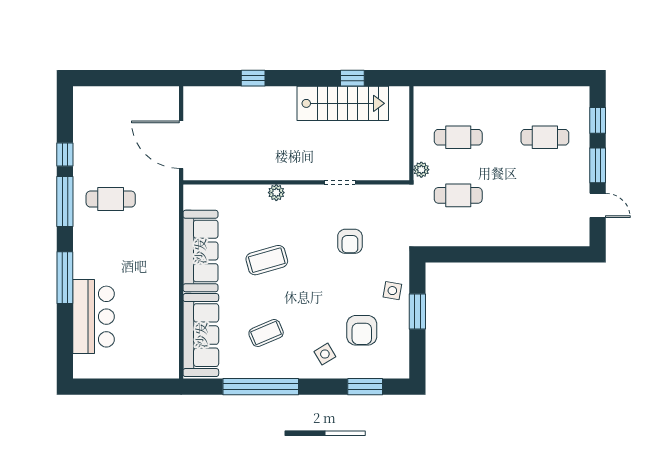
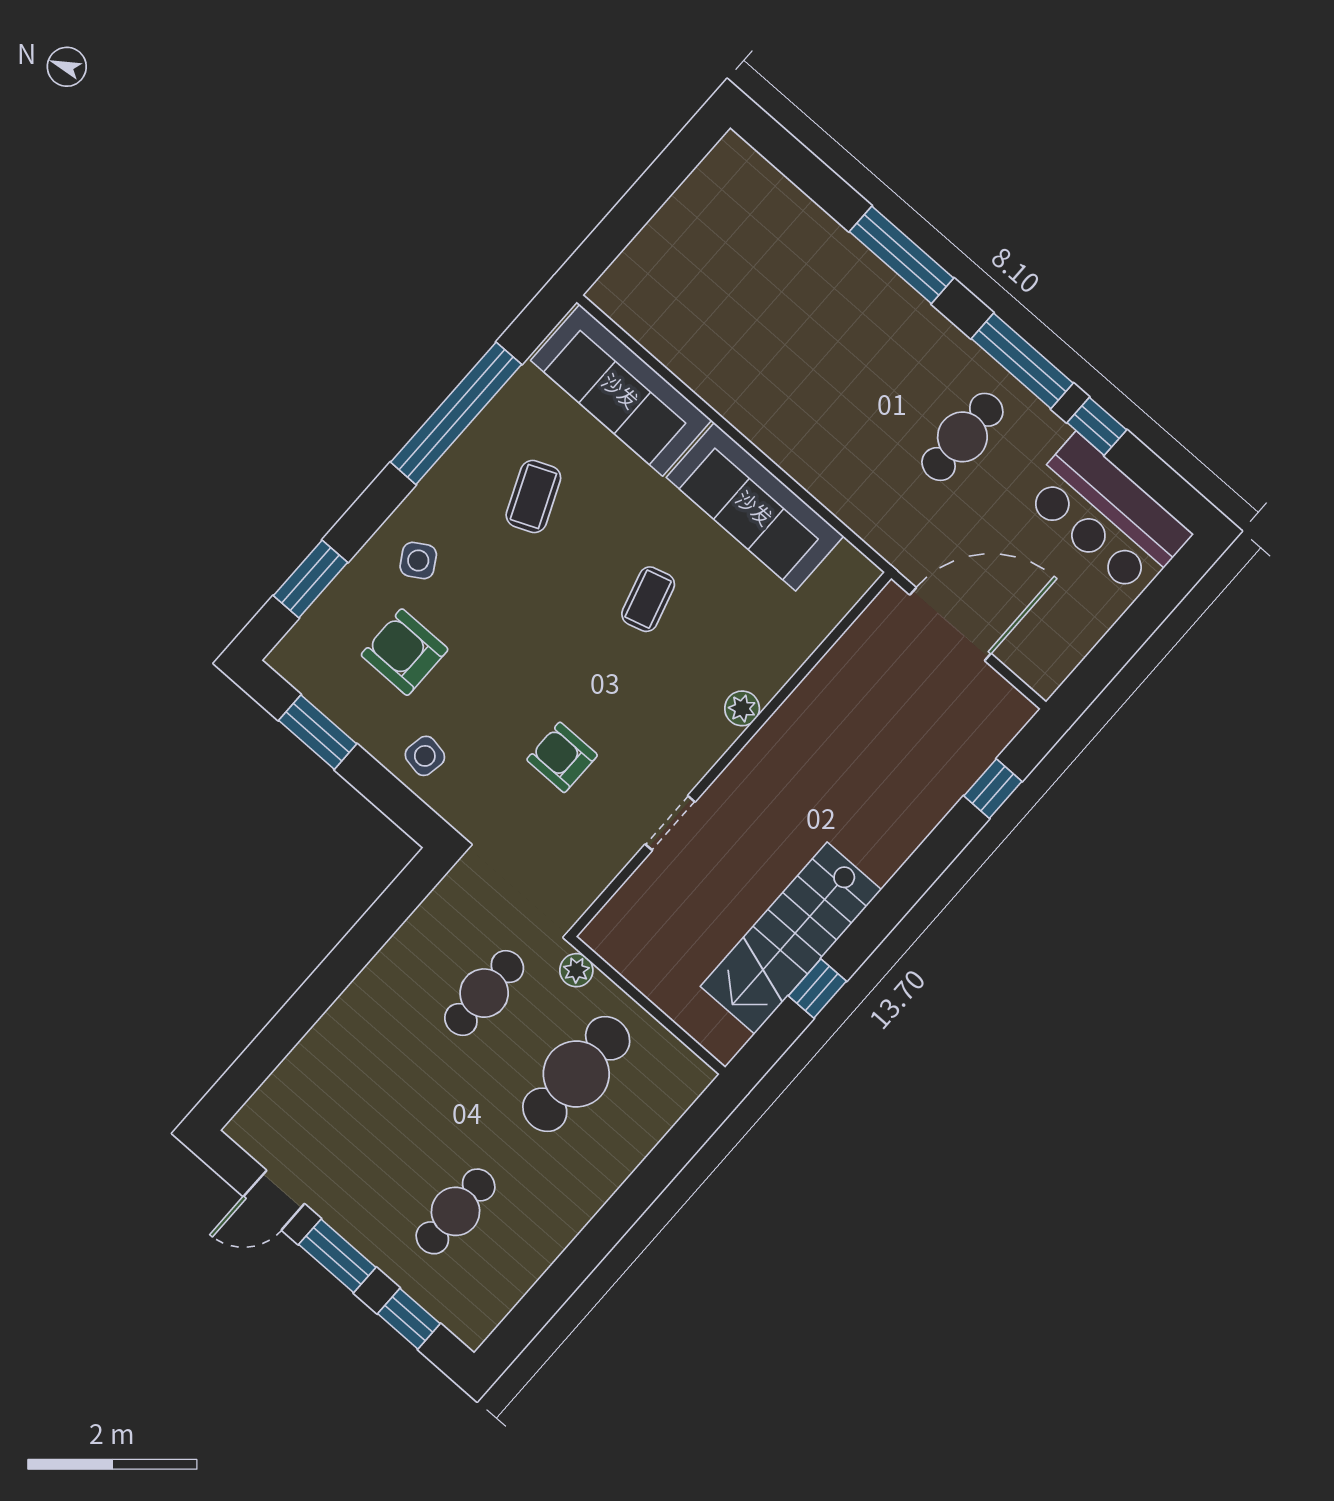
window: (253, 78) -> (993, 789), moved
cafe table: (458, 137) -> (576, 1074), width x1.37, depth x1.35
coffee table: (267, 260) -> (648, 599), width x0.73, depth x0.77
window: (417, 311) -> (318, 732), moved
bar counter: (94, 317) -> (1106, 515), moved

